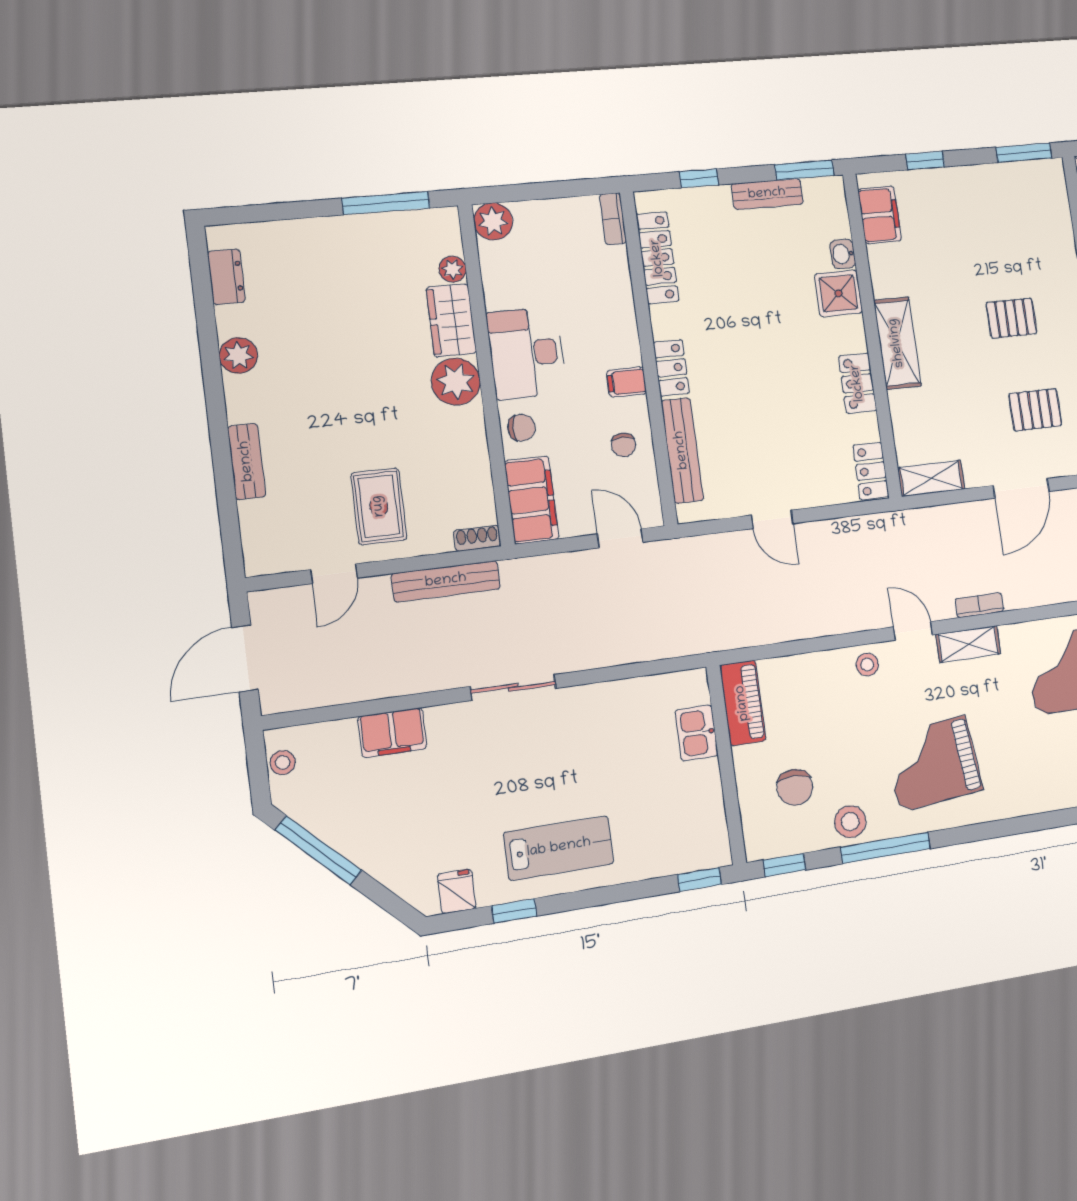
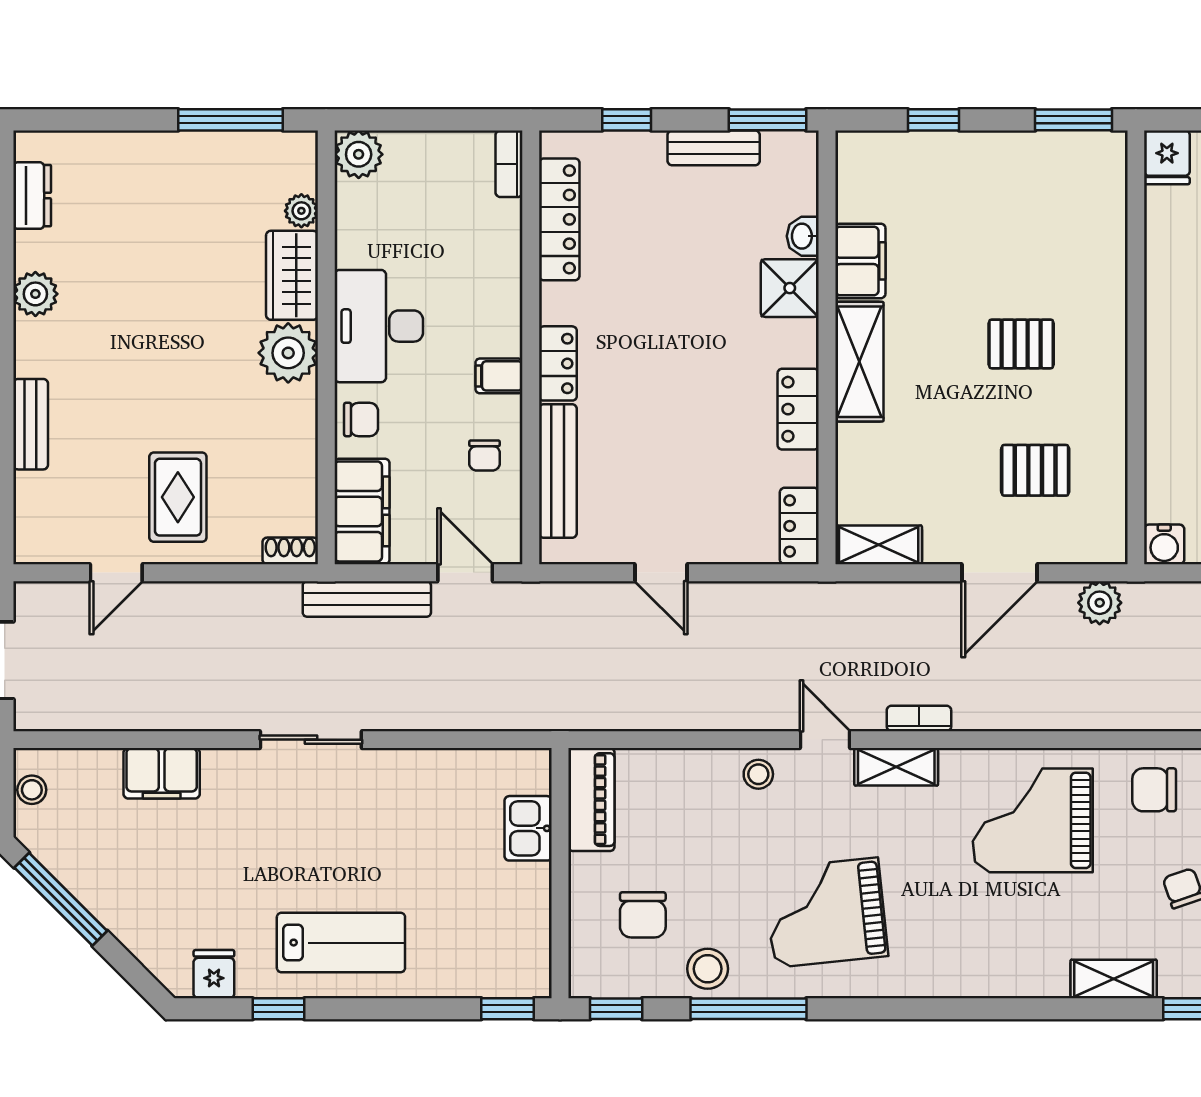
filing cabinet: (880, 215) -> (860, 261), moved
bench: (446, 581) -> (367, 599), moved

